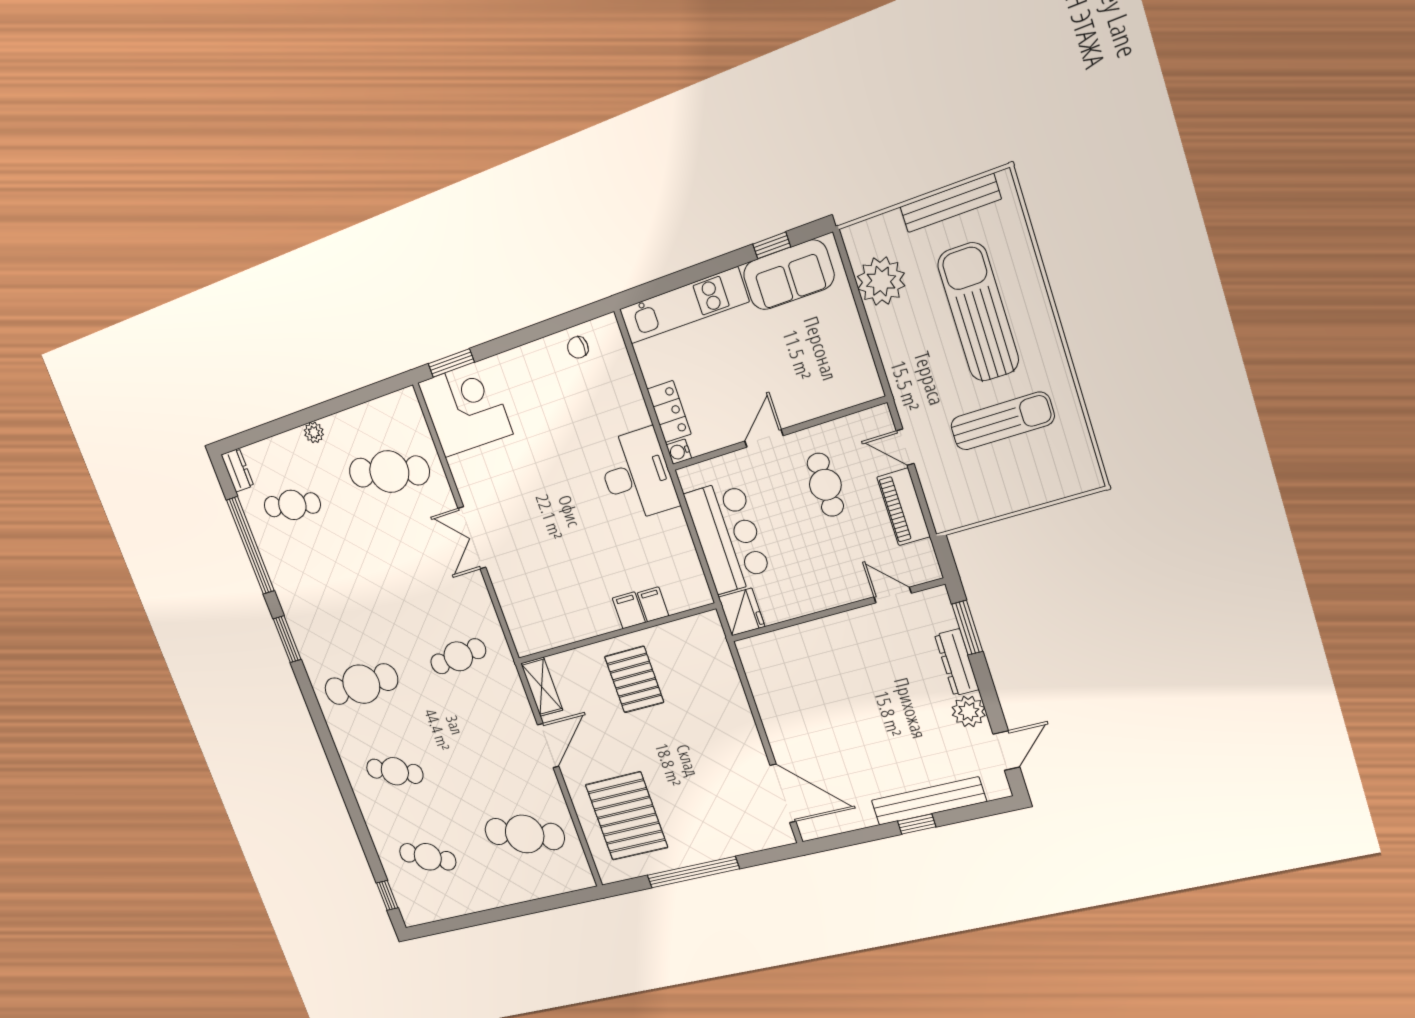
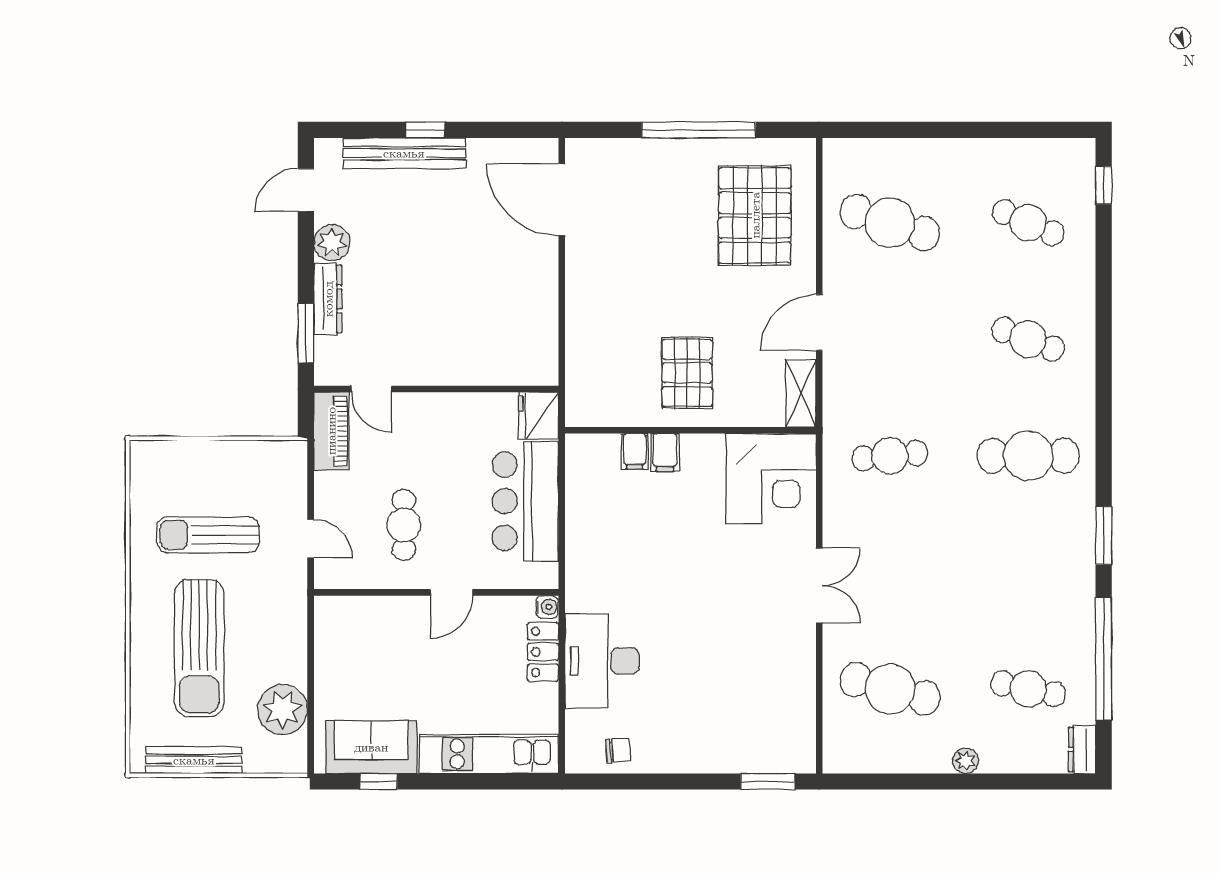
corner desk: (465, 408) -> (771, 479), moved, turned -90
desk: (637, 475) -> (602, 661), moved
piano: (904, 507) -> (331, 431), moved

